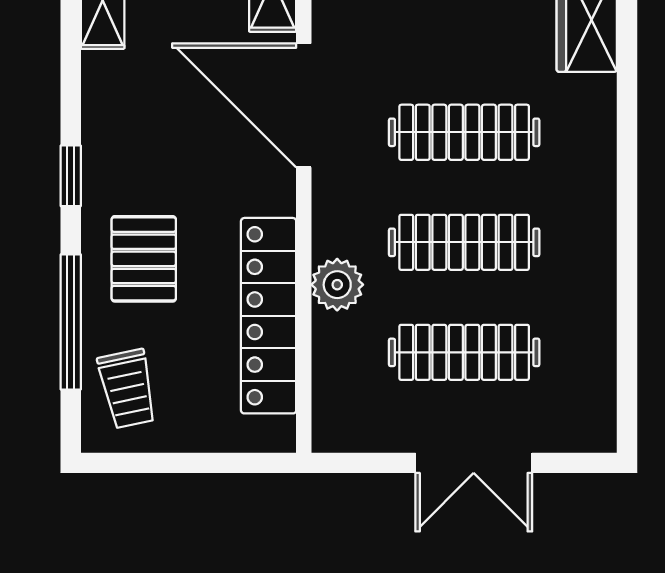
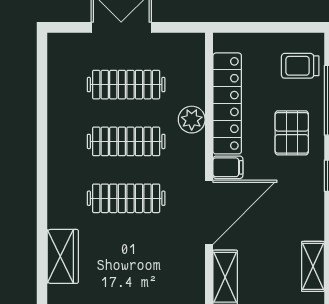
door: (304, 105) -> (209, 212), hinge flipped
filing cabinet: (267, 192) -> (228, 167), added
trolley: (127, 389) -> (300, 66), turned -78

